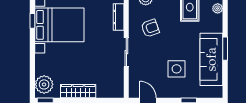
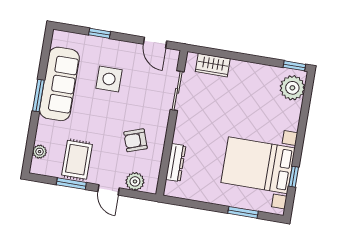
sliding door: (126, 52) -> (177, 91), moved
wardrobe: (78, 91) -> (213, 65), moved, width x0.67

